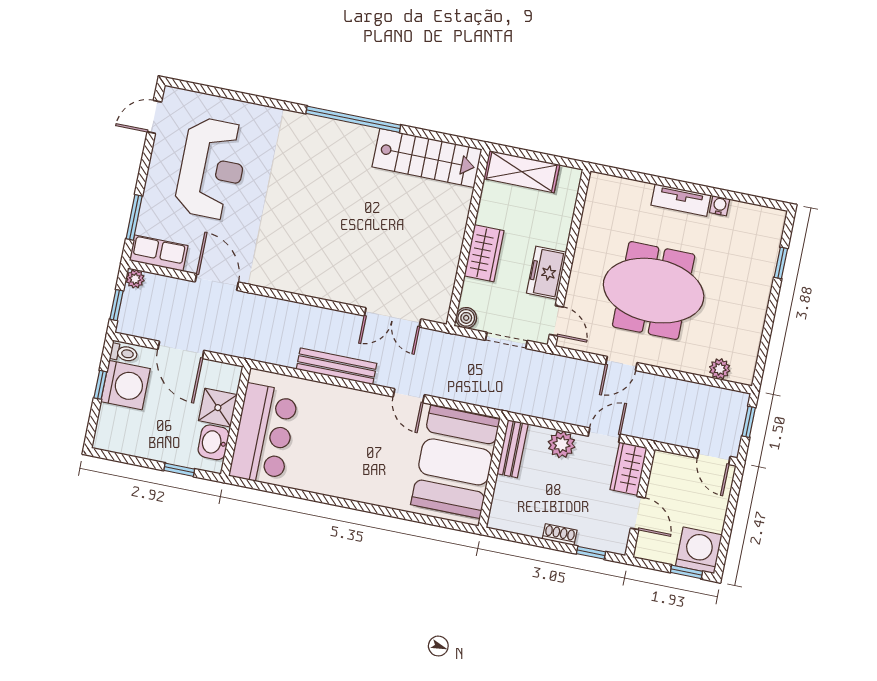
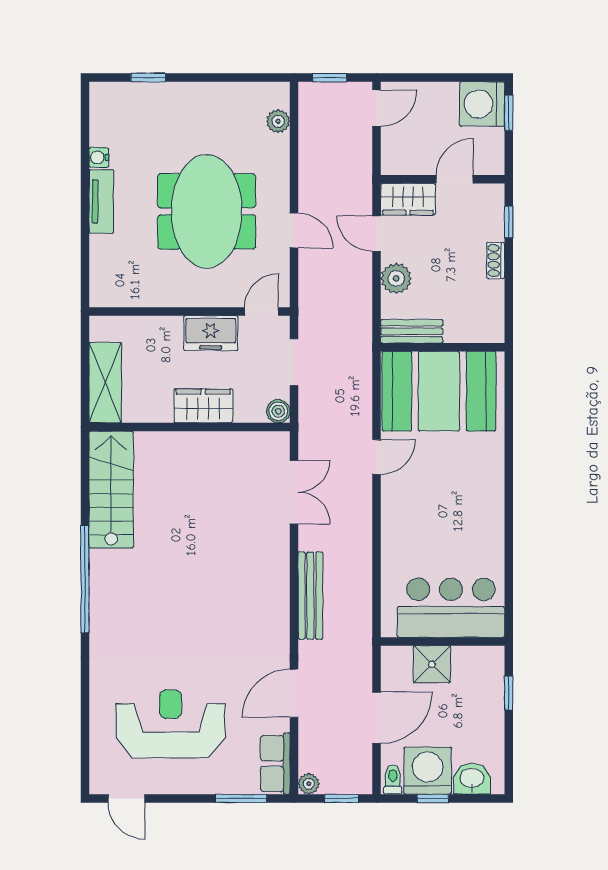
bench: (336, 366) -> (310, 596), moved
washbasin: (214, 442) -> (472, 779), moved, turned 180

